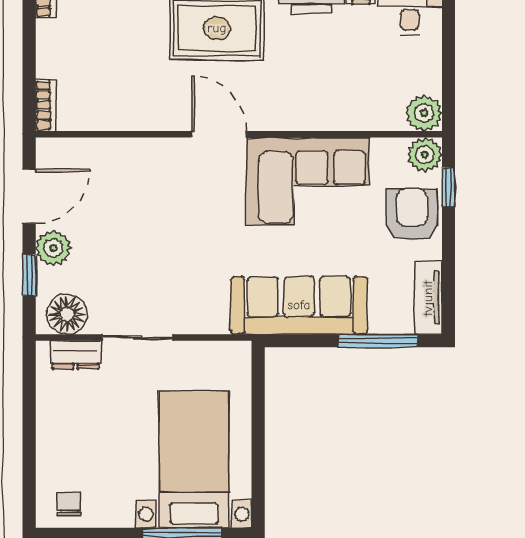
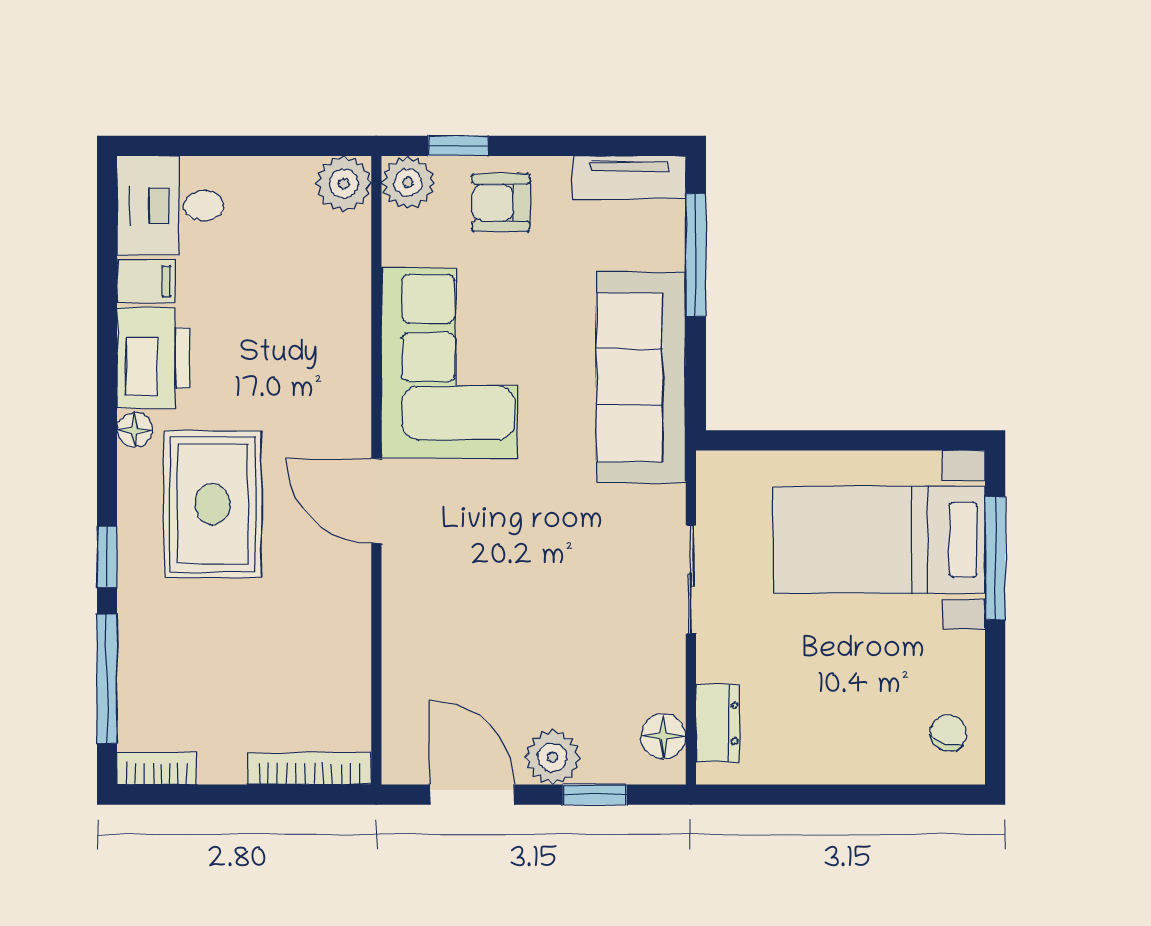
bookcase: (46, 105) -> (309, 769), width x1.56
door: (219, 134) -> (376, 501), hinge flipped
armchair: (412, 215) -> (501, 203), width x0.72, depth x0.72
floor lamp: (67, 314) -> (663, 736), width x0.73, depth x0.73
sliding door: (138, 337) -> (691, 580), moved
chair: (69, 504) -> (948, 733), turned 106

